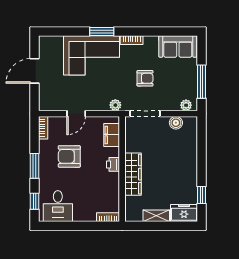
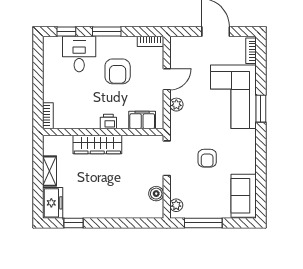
bookcase: (132, 40) -> (251, 51), moved
plant: (115, 105) -> (176, 105), moved
door: (76, 114) -> (167, 79), swing flipped
armchair: (69, 156) -> (118, 71), turned 180
desk: (58, 206) -> (79, 54), moved, turned 90

